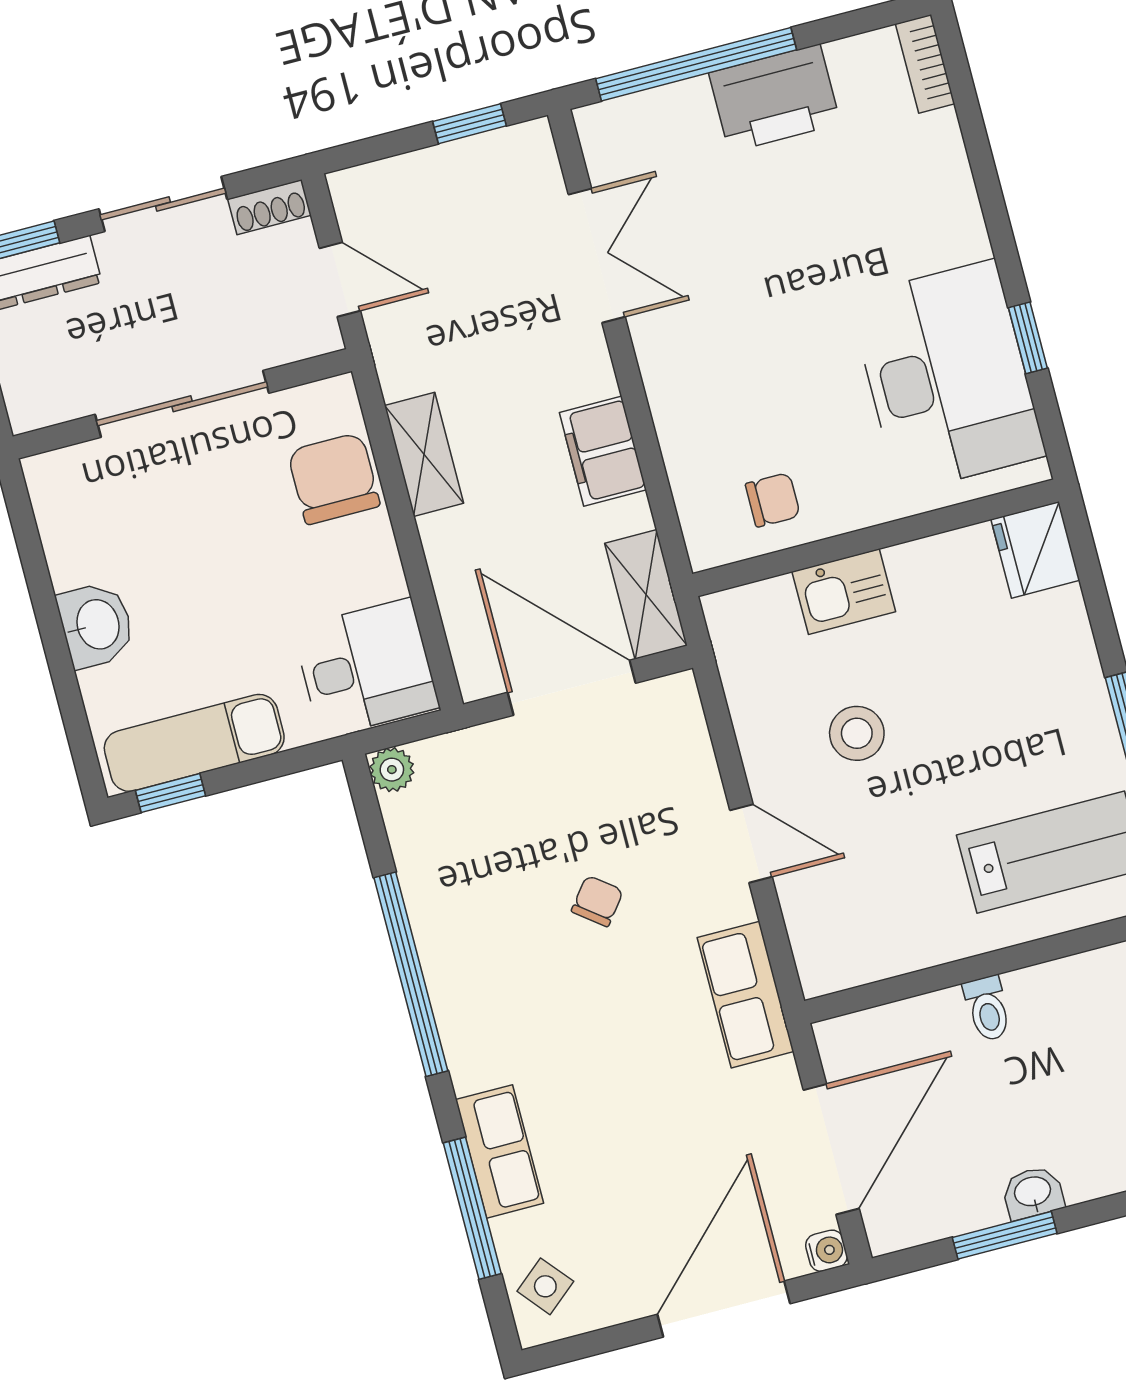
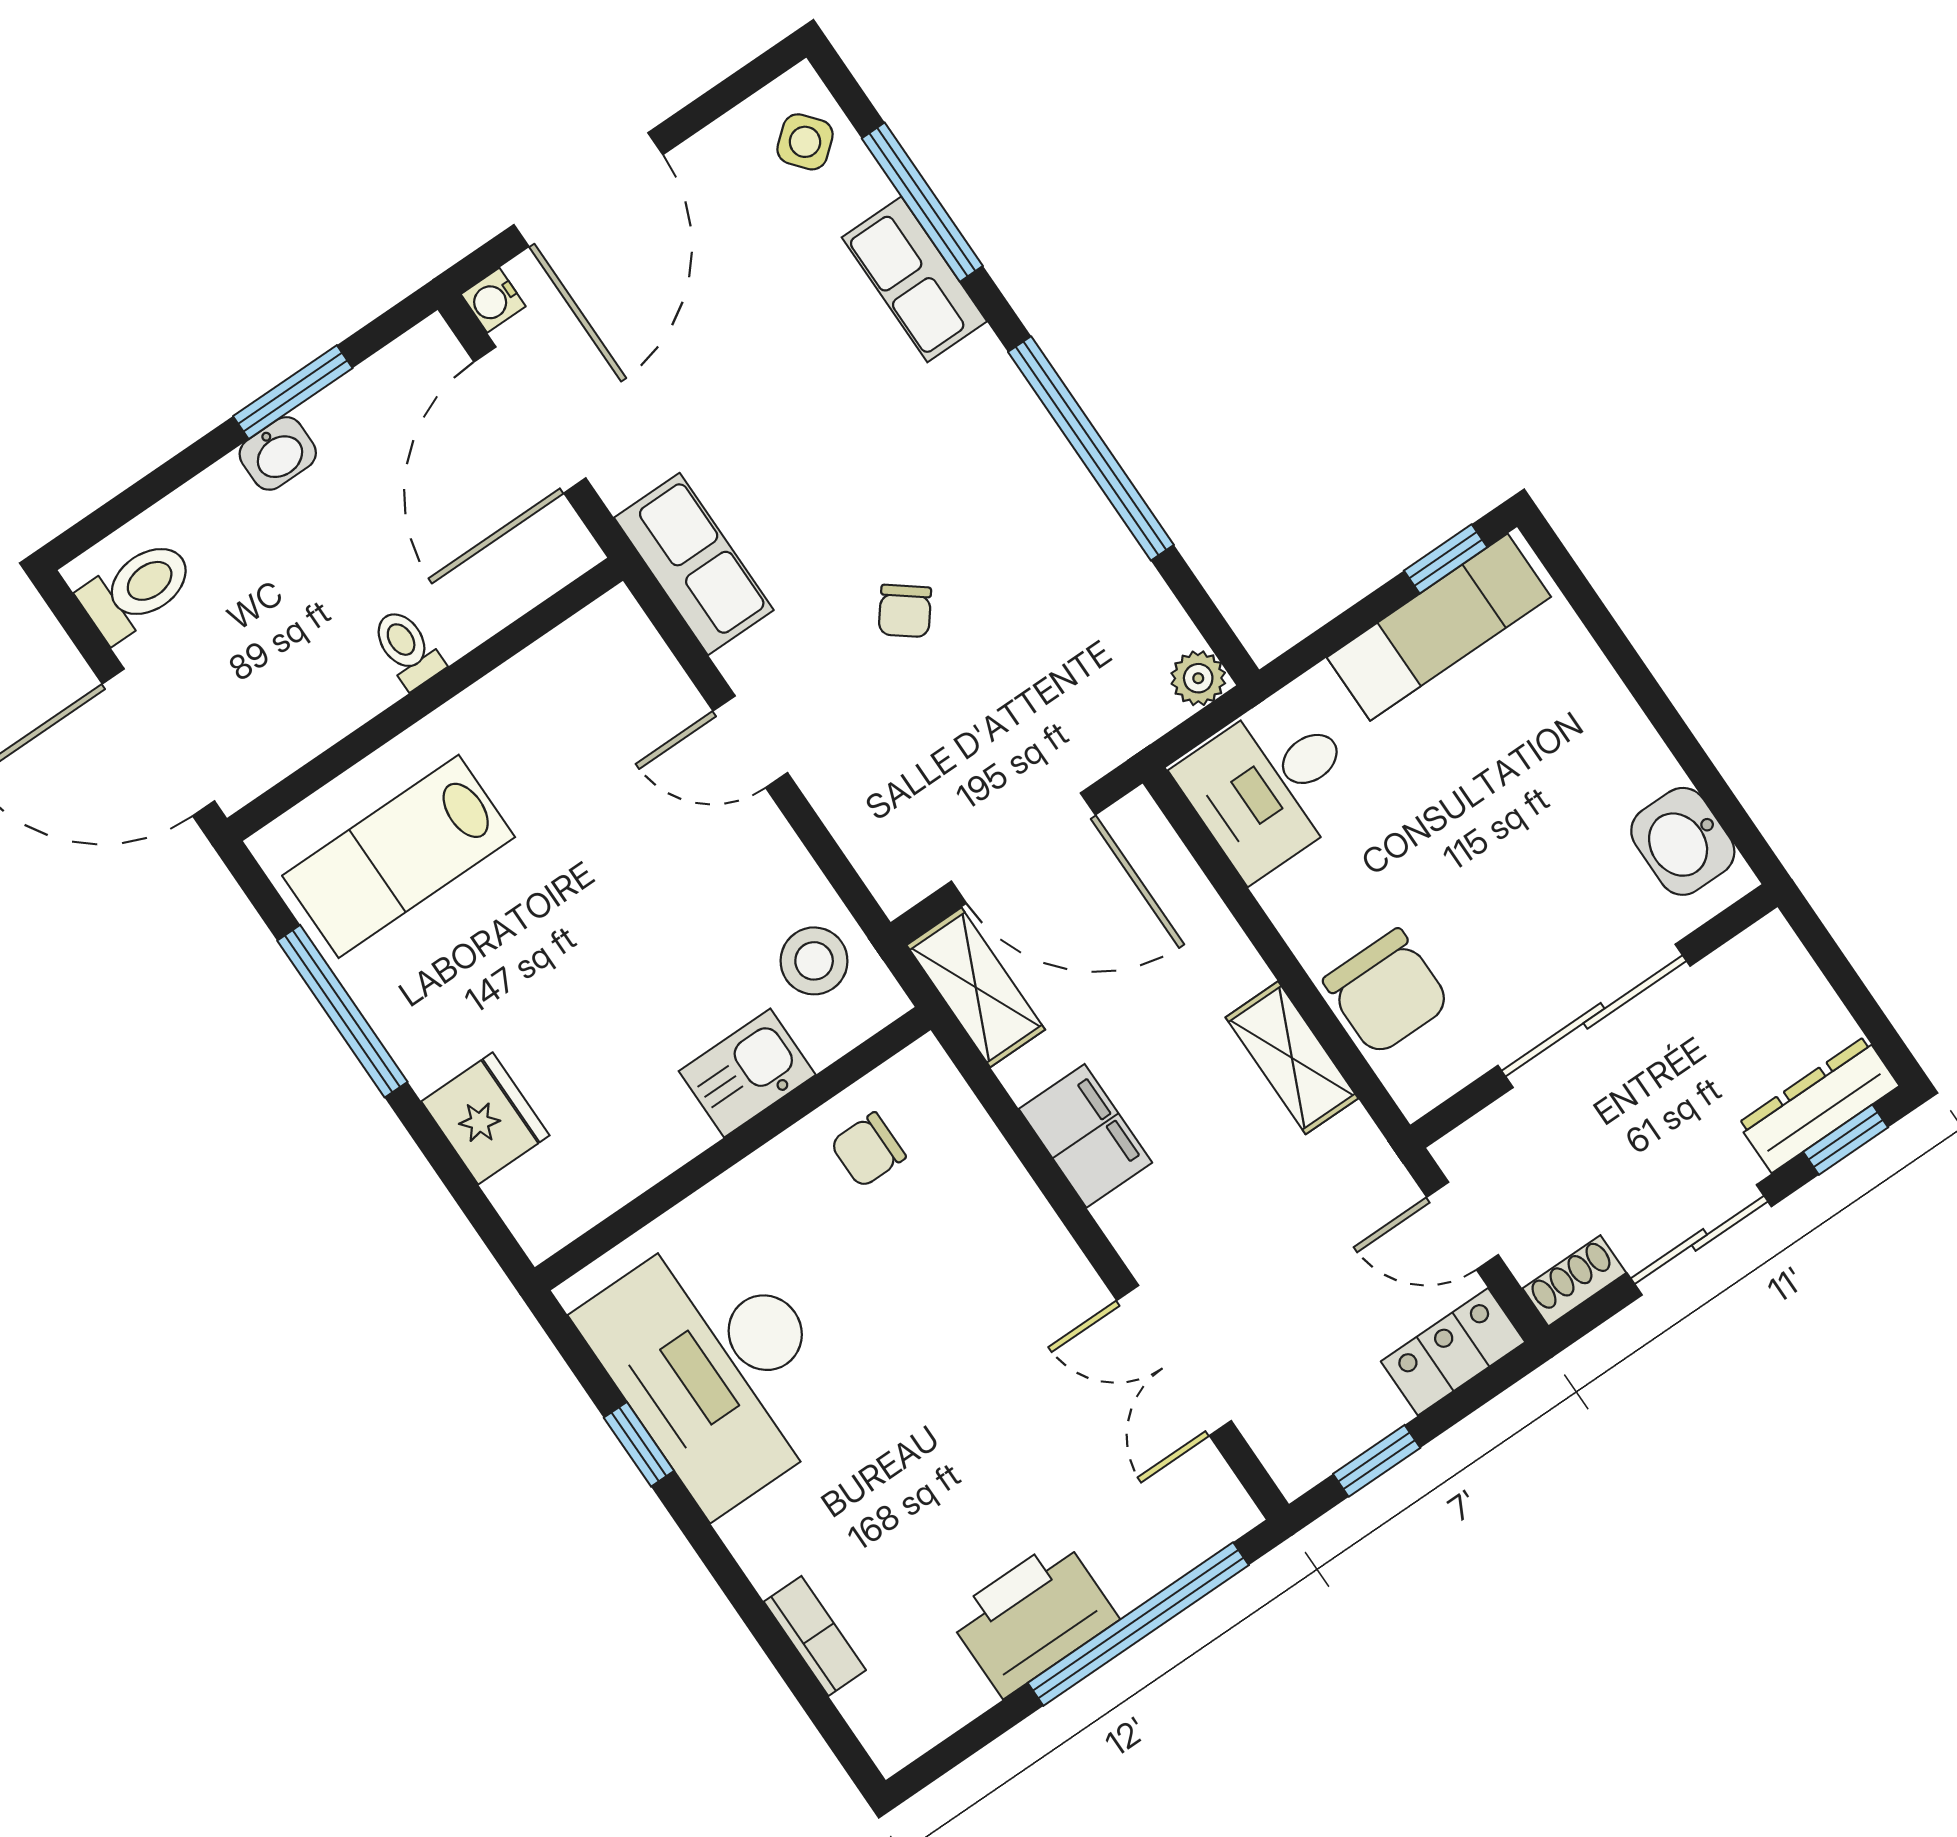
bookcase: (925, 64) -> (815, 1636), moved
locker: (381, 186) -> (1453, 1352), added
fridge: (1035, 550) -> (485, 1118), moved
washbasin: (96, 625) -> (1683, 841), moved
stool: (857, 733) -> (814, 961), moved

